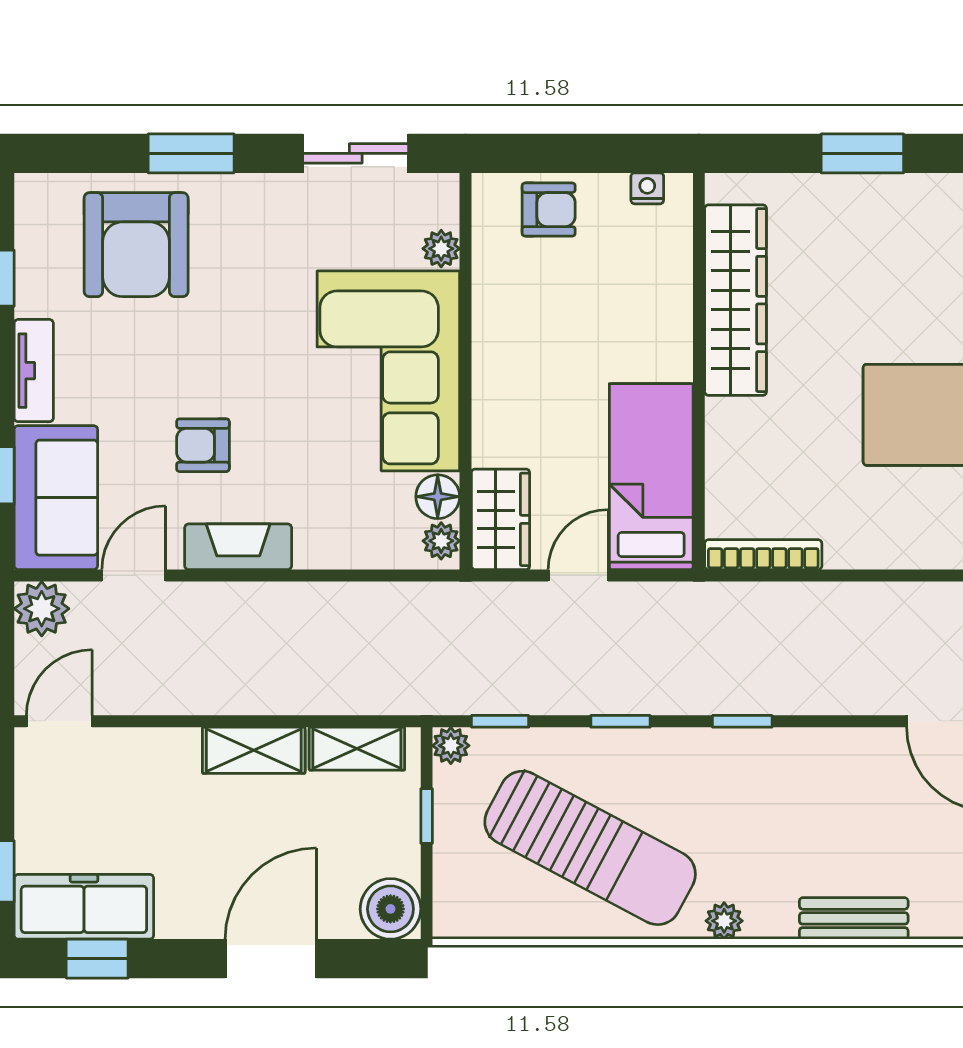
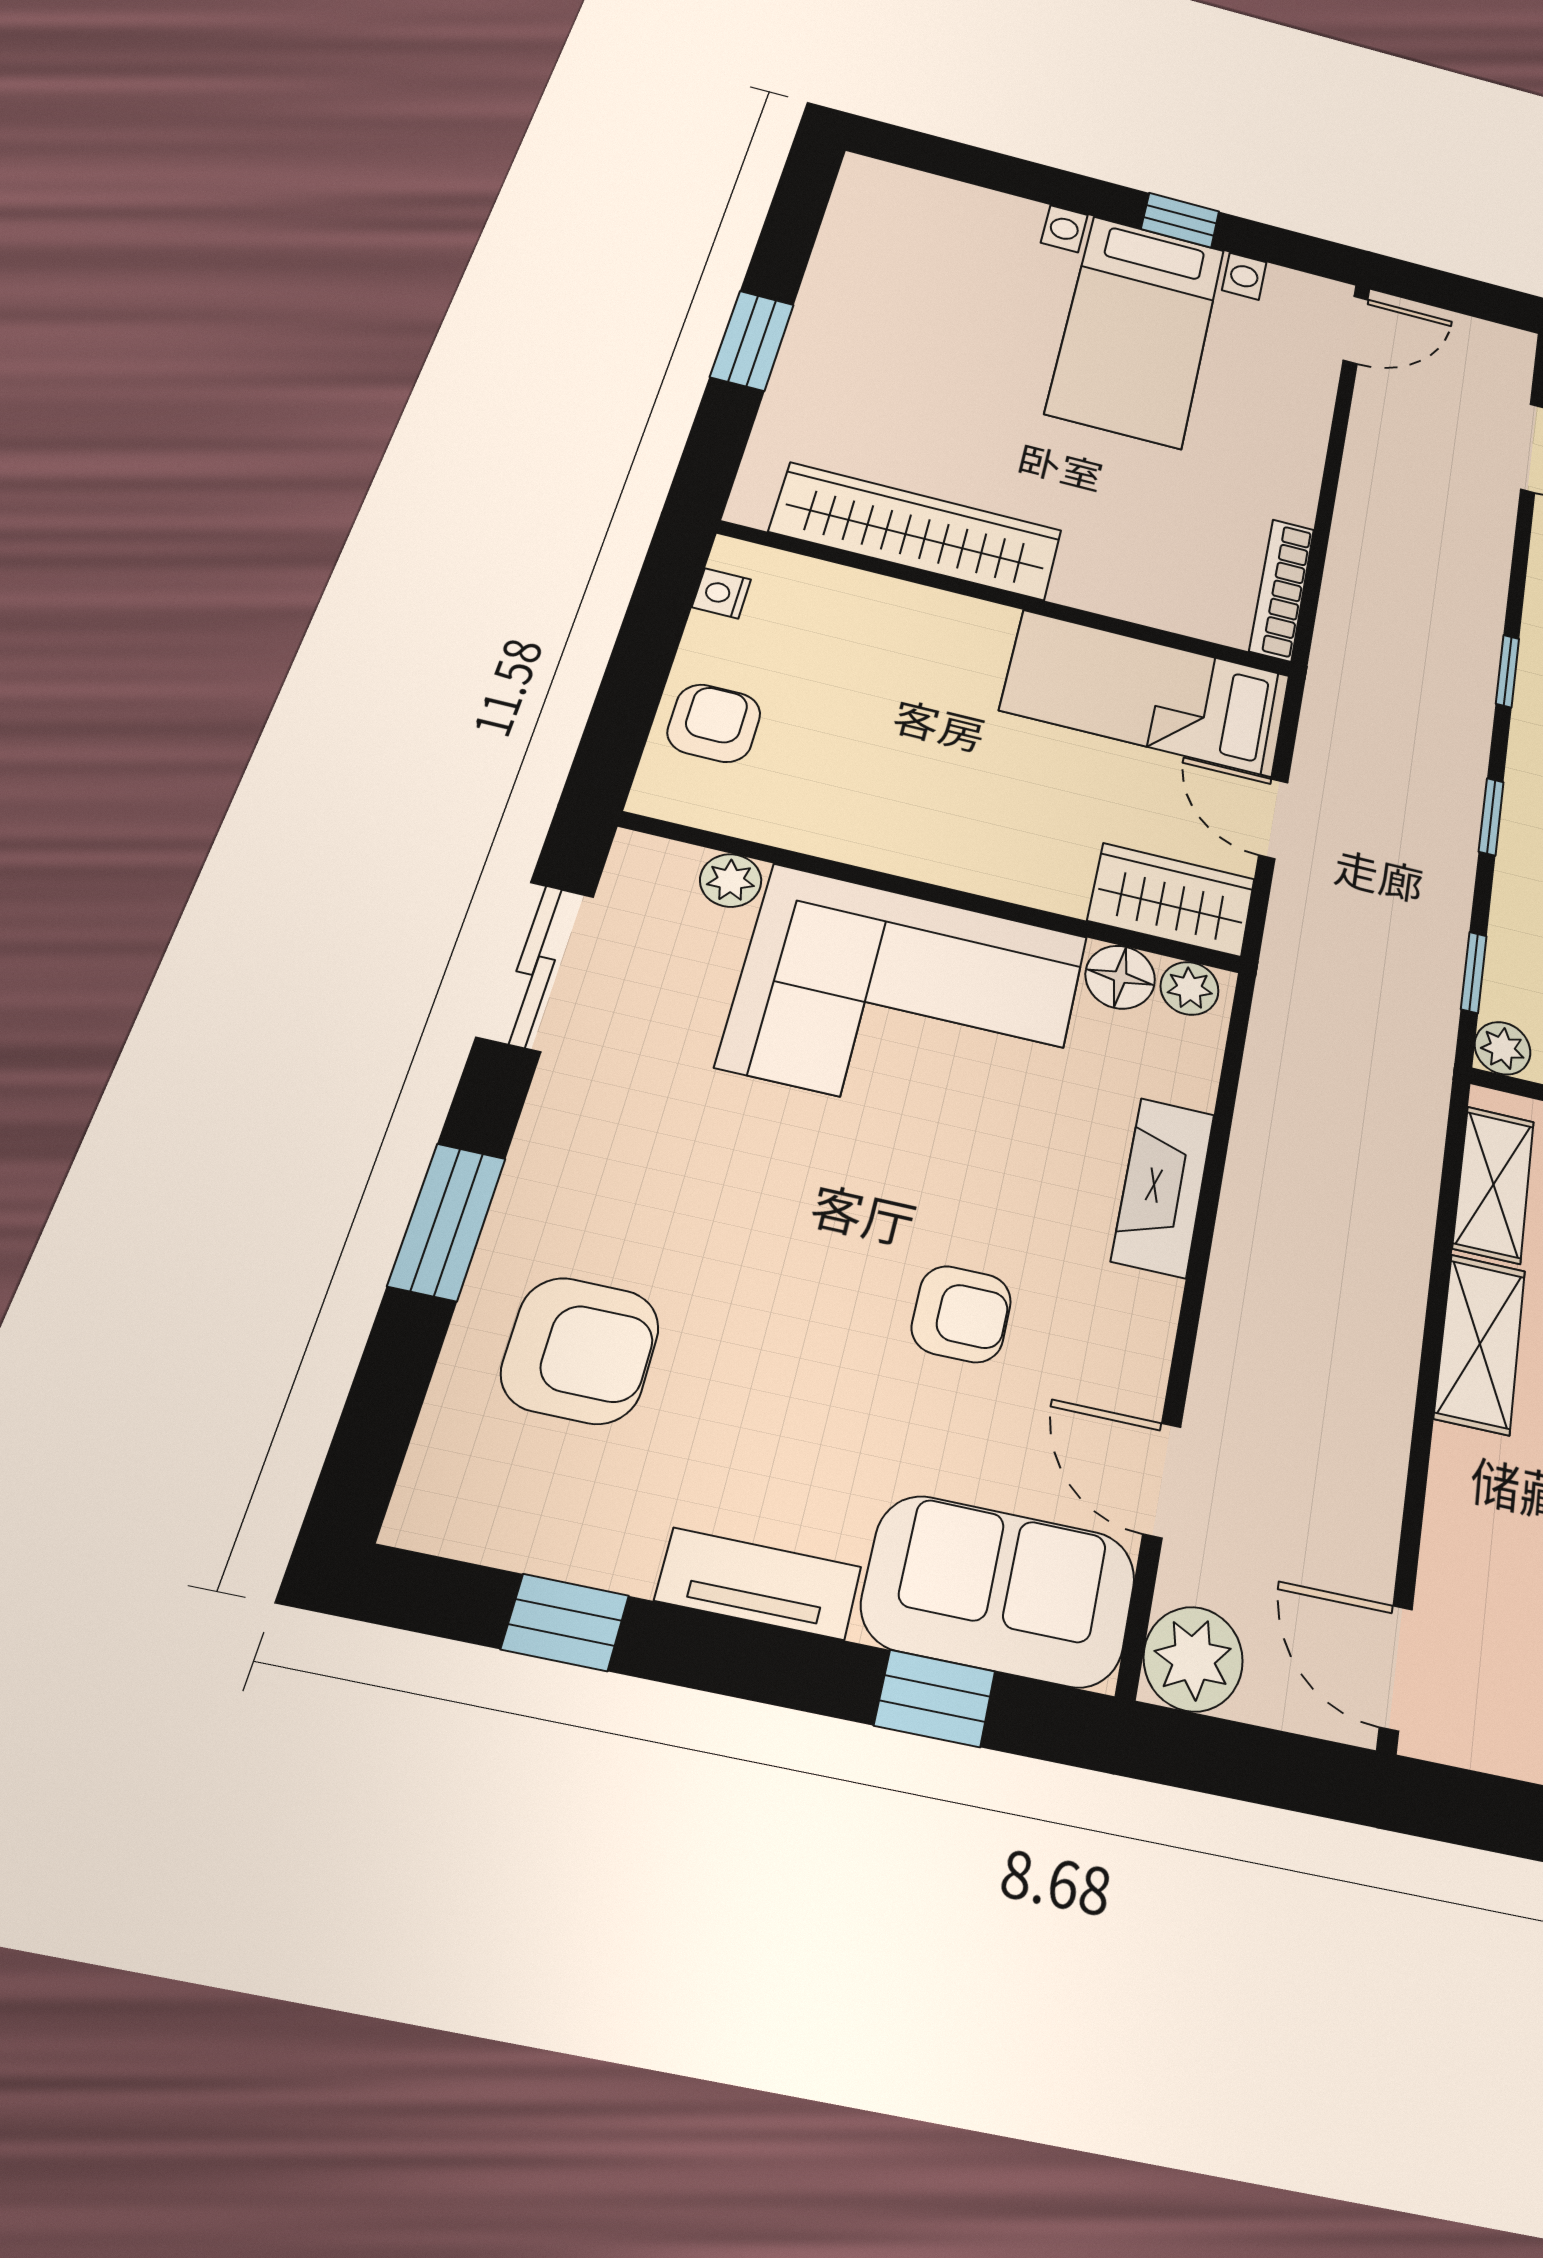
armchair: (136, 245) -> (580, 1350), width x0.73, depth x0.73
armchair: (203, 445) -> (961, 1314), turned -90
fireplace: (238, 547) -> (1163, 1187), moved

